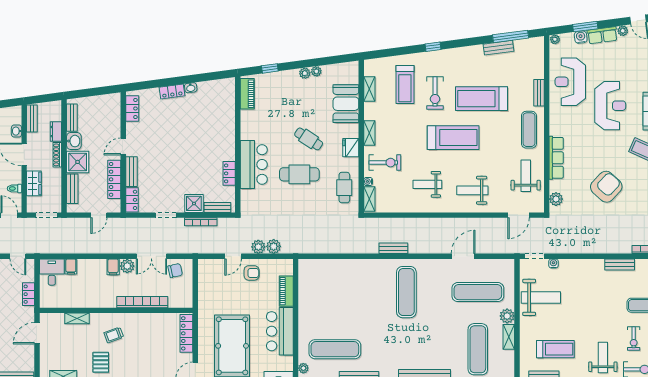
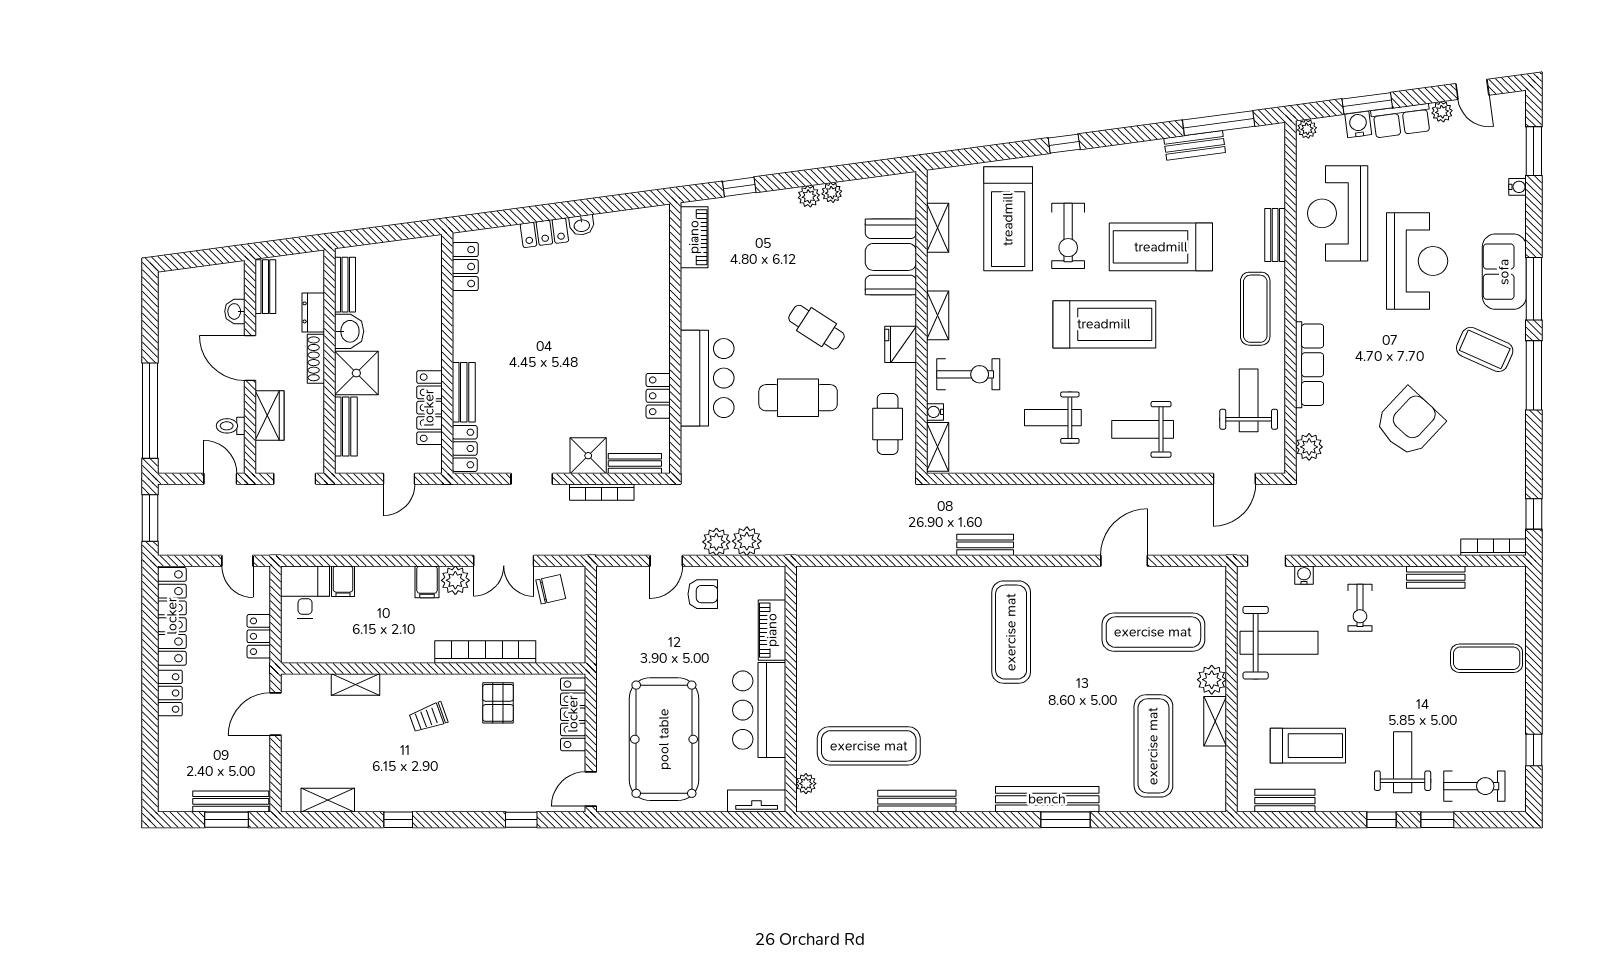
treadmill: (405, 84) -> (1008, 219), width x1.37, depth x1.38
door: (123, 146) -> (447, 342), removed
exercise bike: (634, 338) -> (1360, 608), moved
pallet: (101, 362) -> (498, 703), moved

